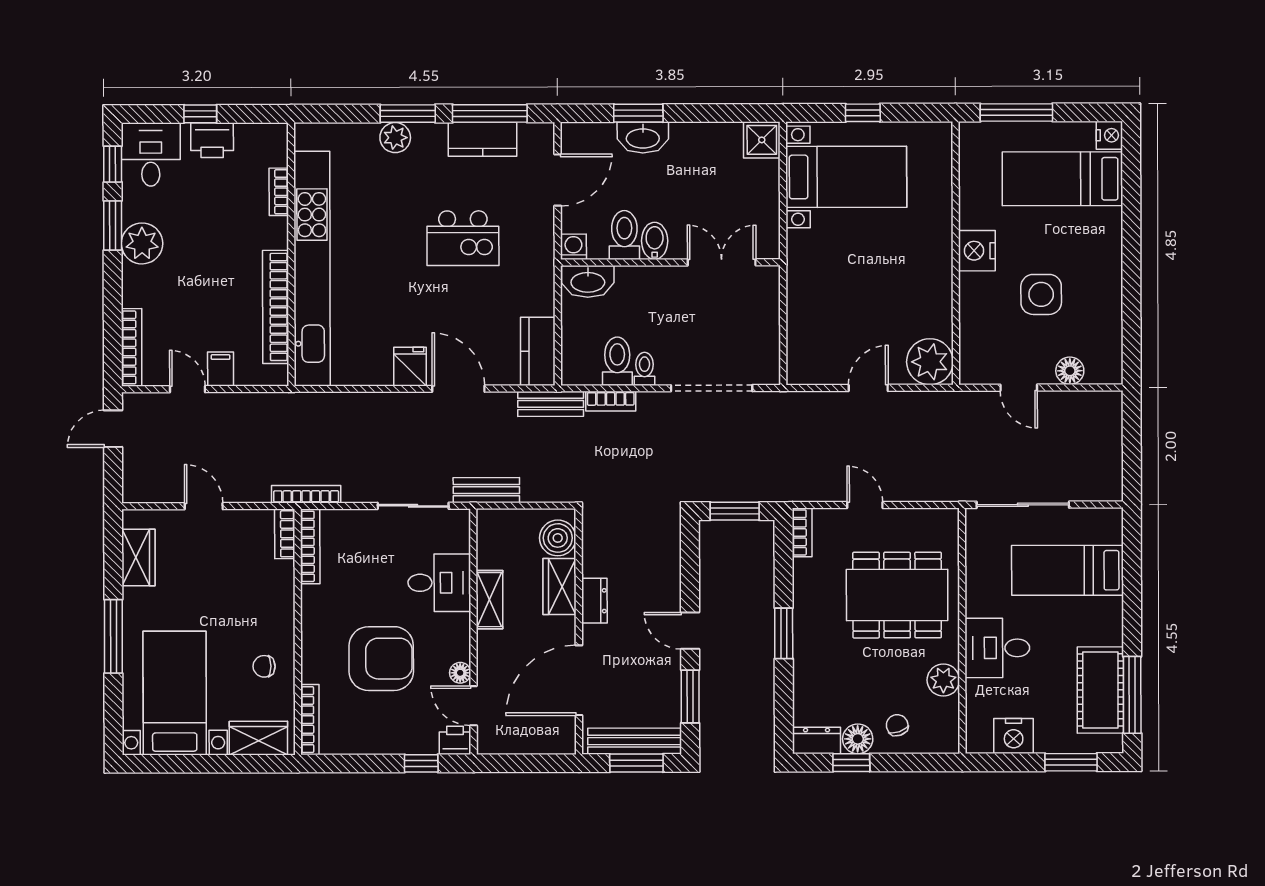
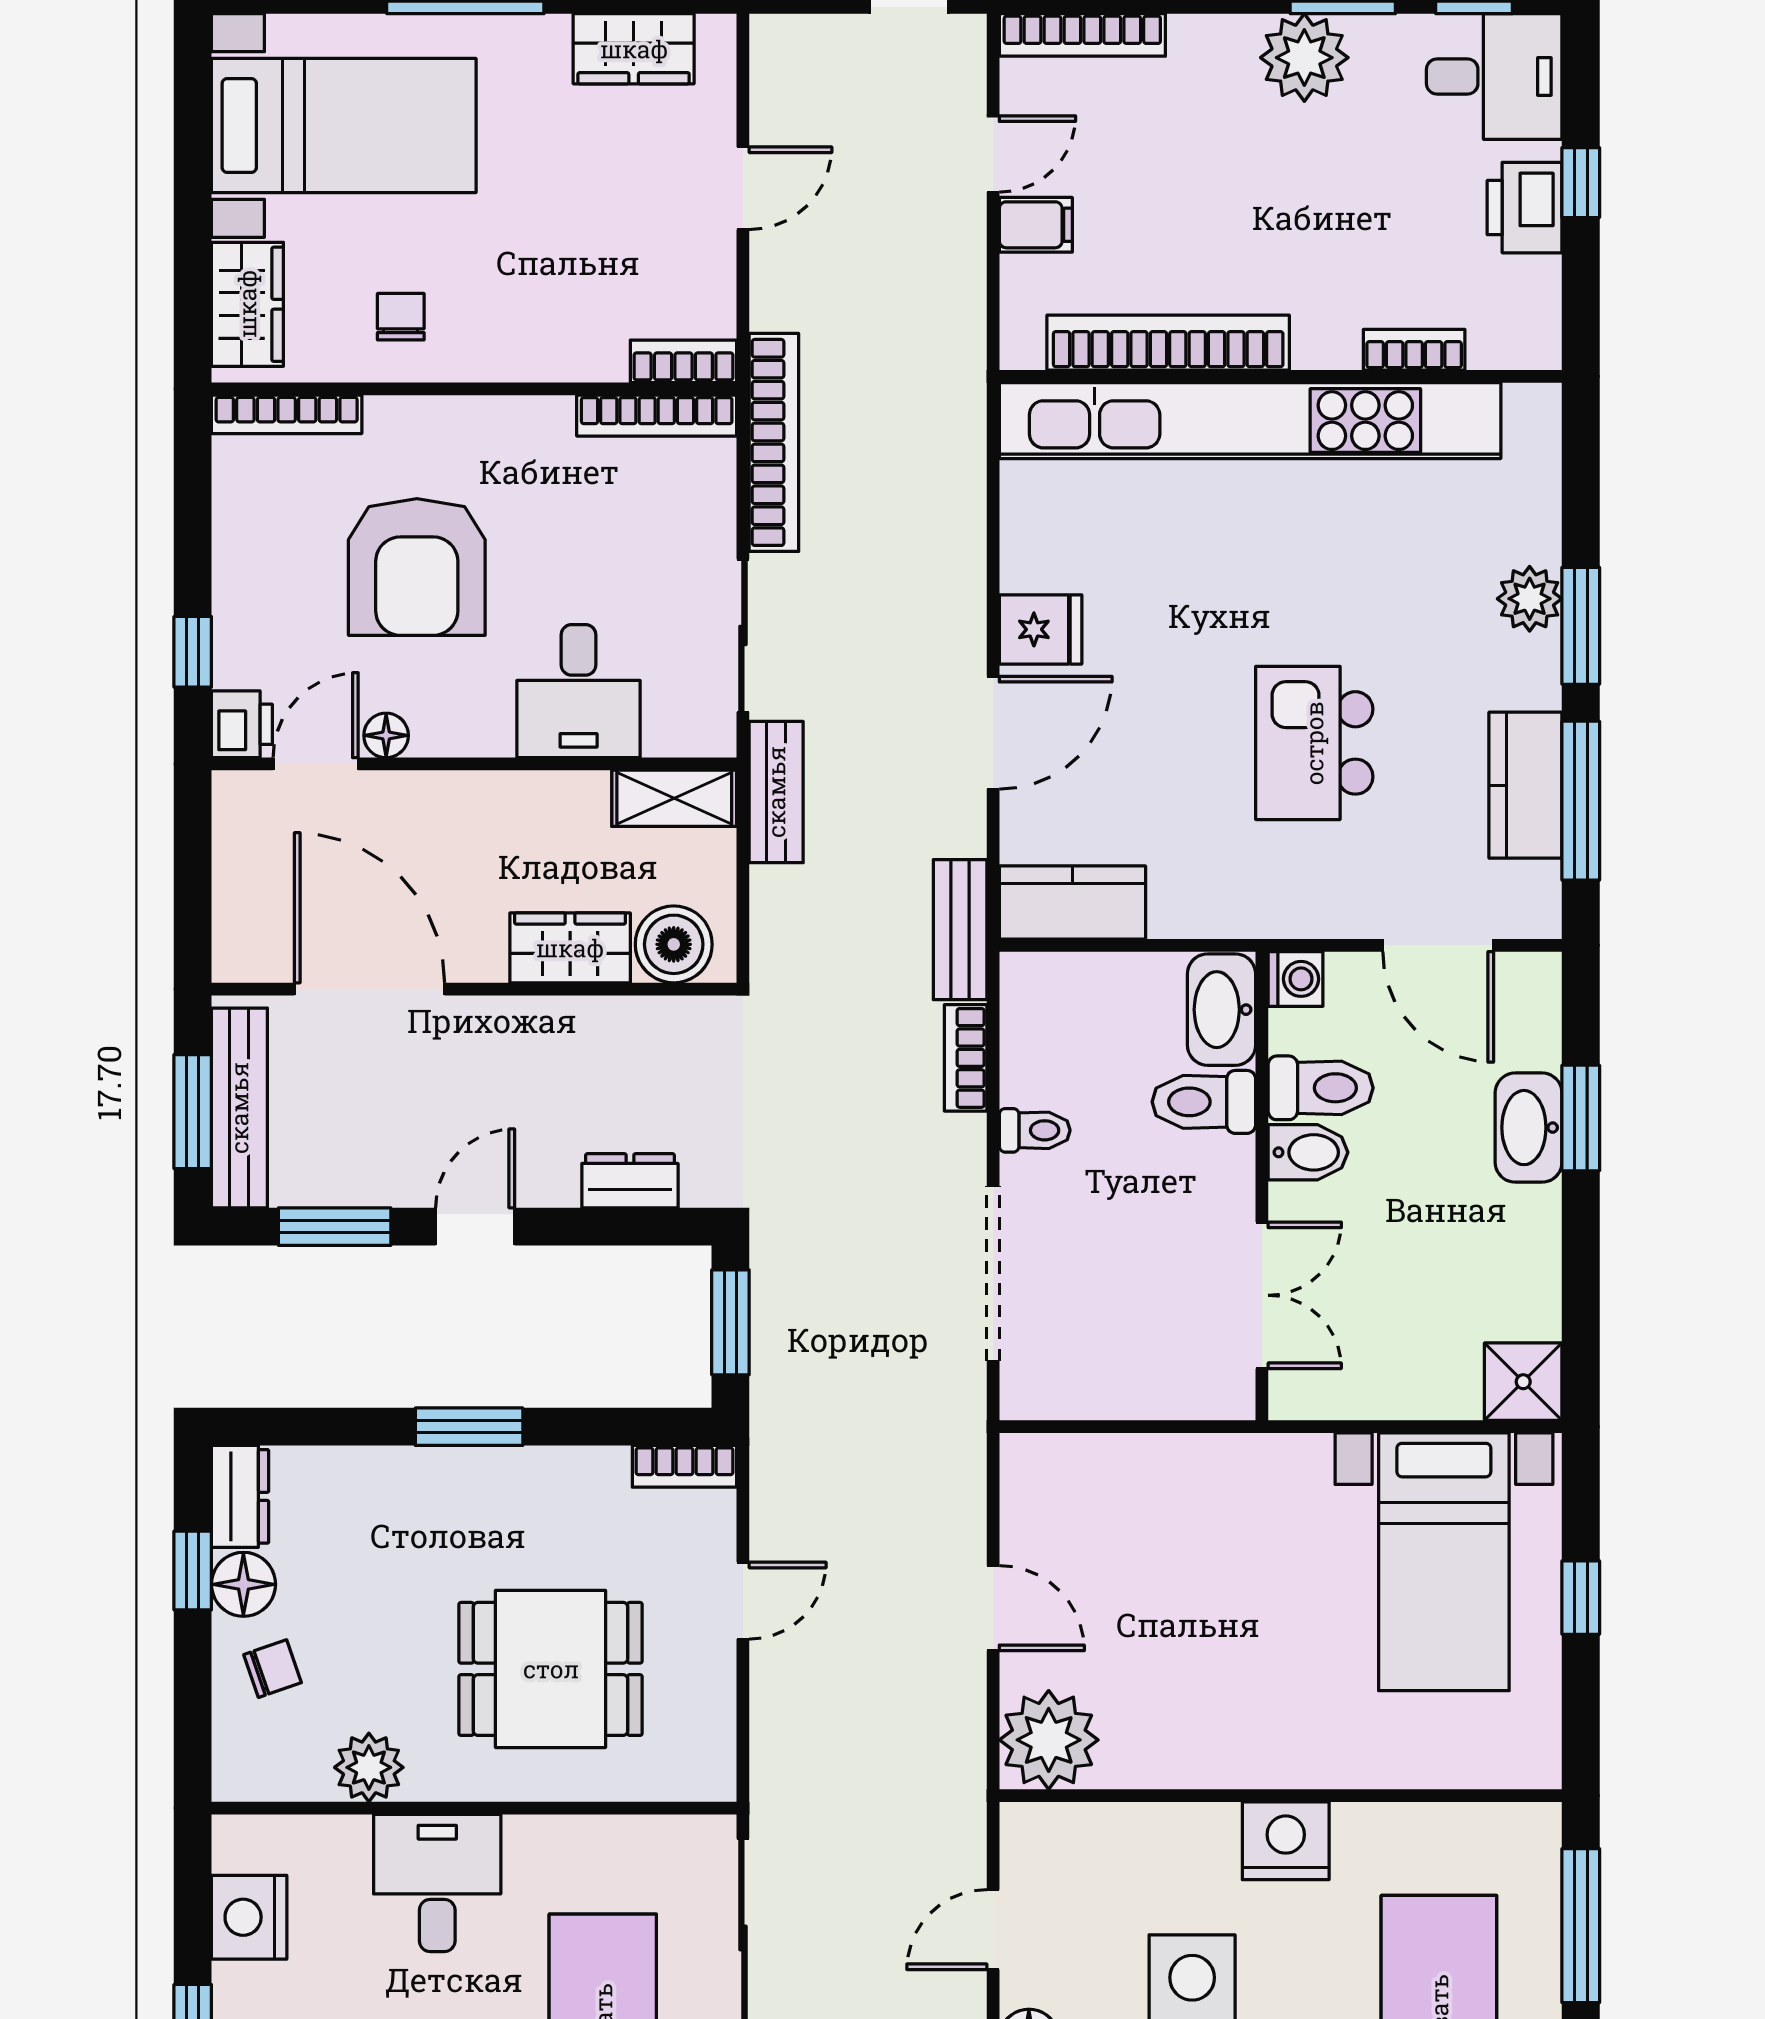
toilet: (617, 361) -> (1204, 1102), moved, turned 180
bookcase: (306, 494) -> (774, 442), width x1.48, depth x1.31
dining table: (897, 595) -> (551, 1669), width x0.73
shelving: (489, 600) -> (674, 798), moved
dresser: (594, 601) -> (630, 1181), moved, turned 180

